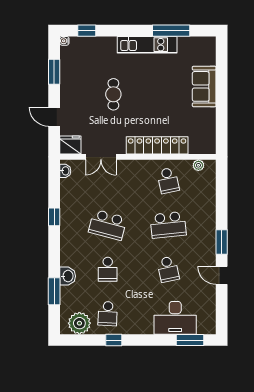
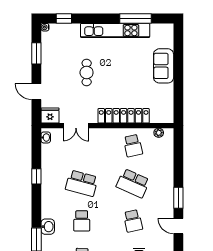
kitchen unit: (147, 45) -> (115, 30), width x1.36
school desk: (168, 225) -> (133, 183), turned 30

